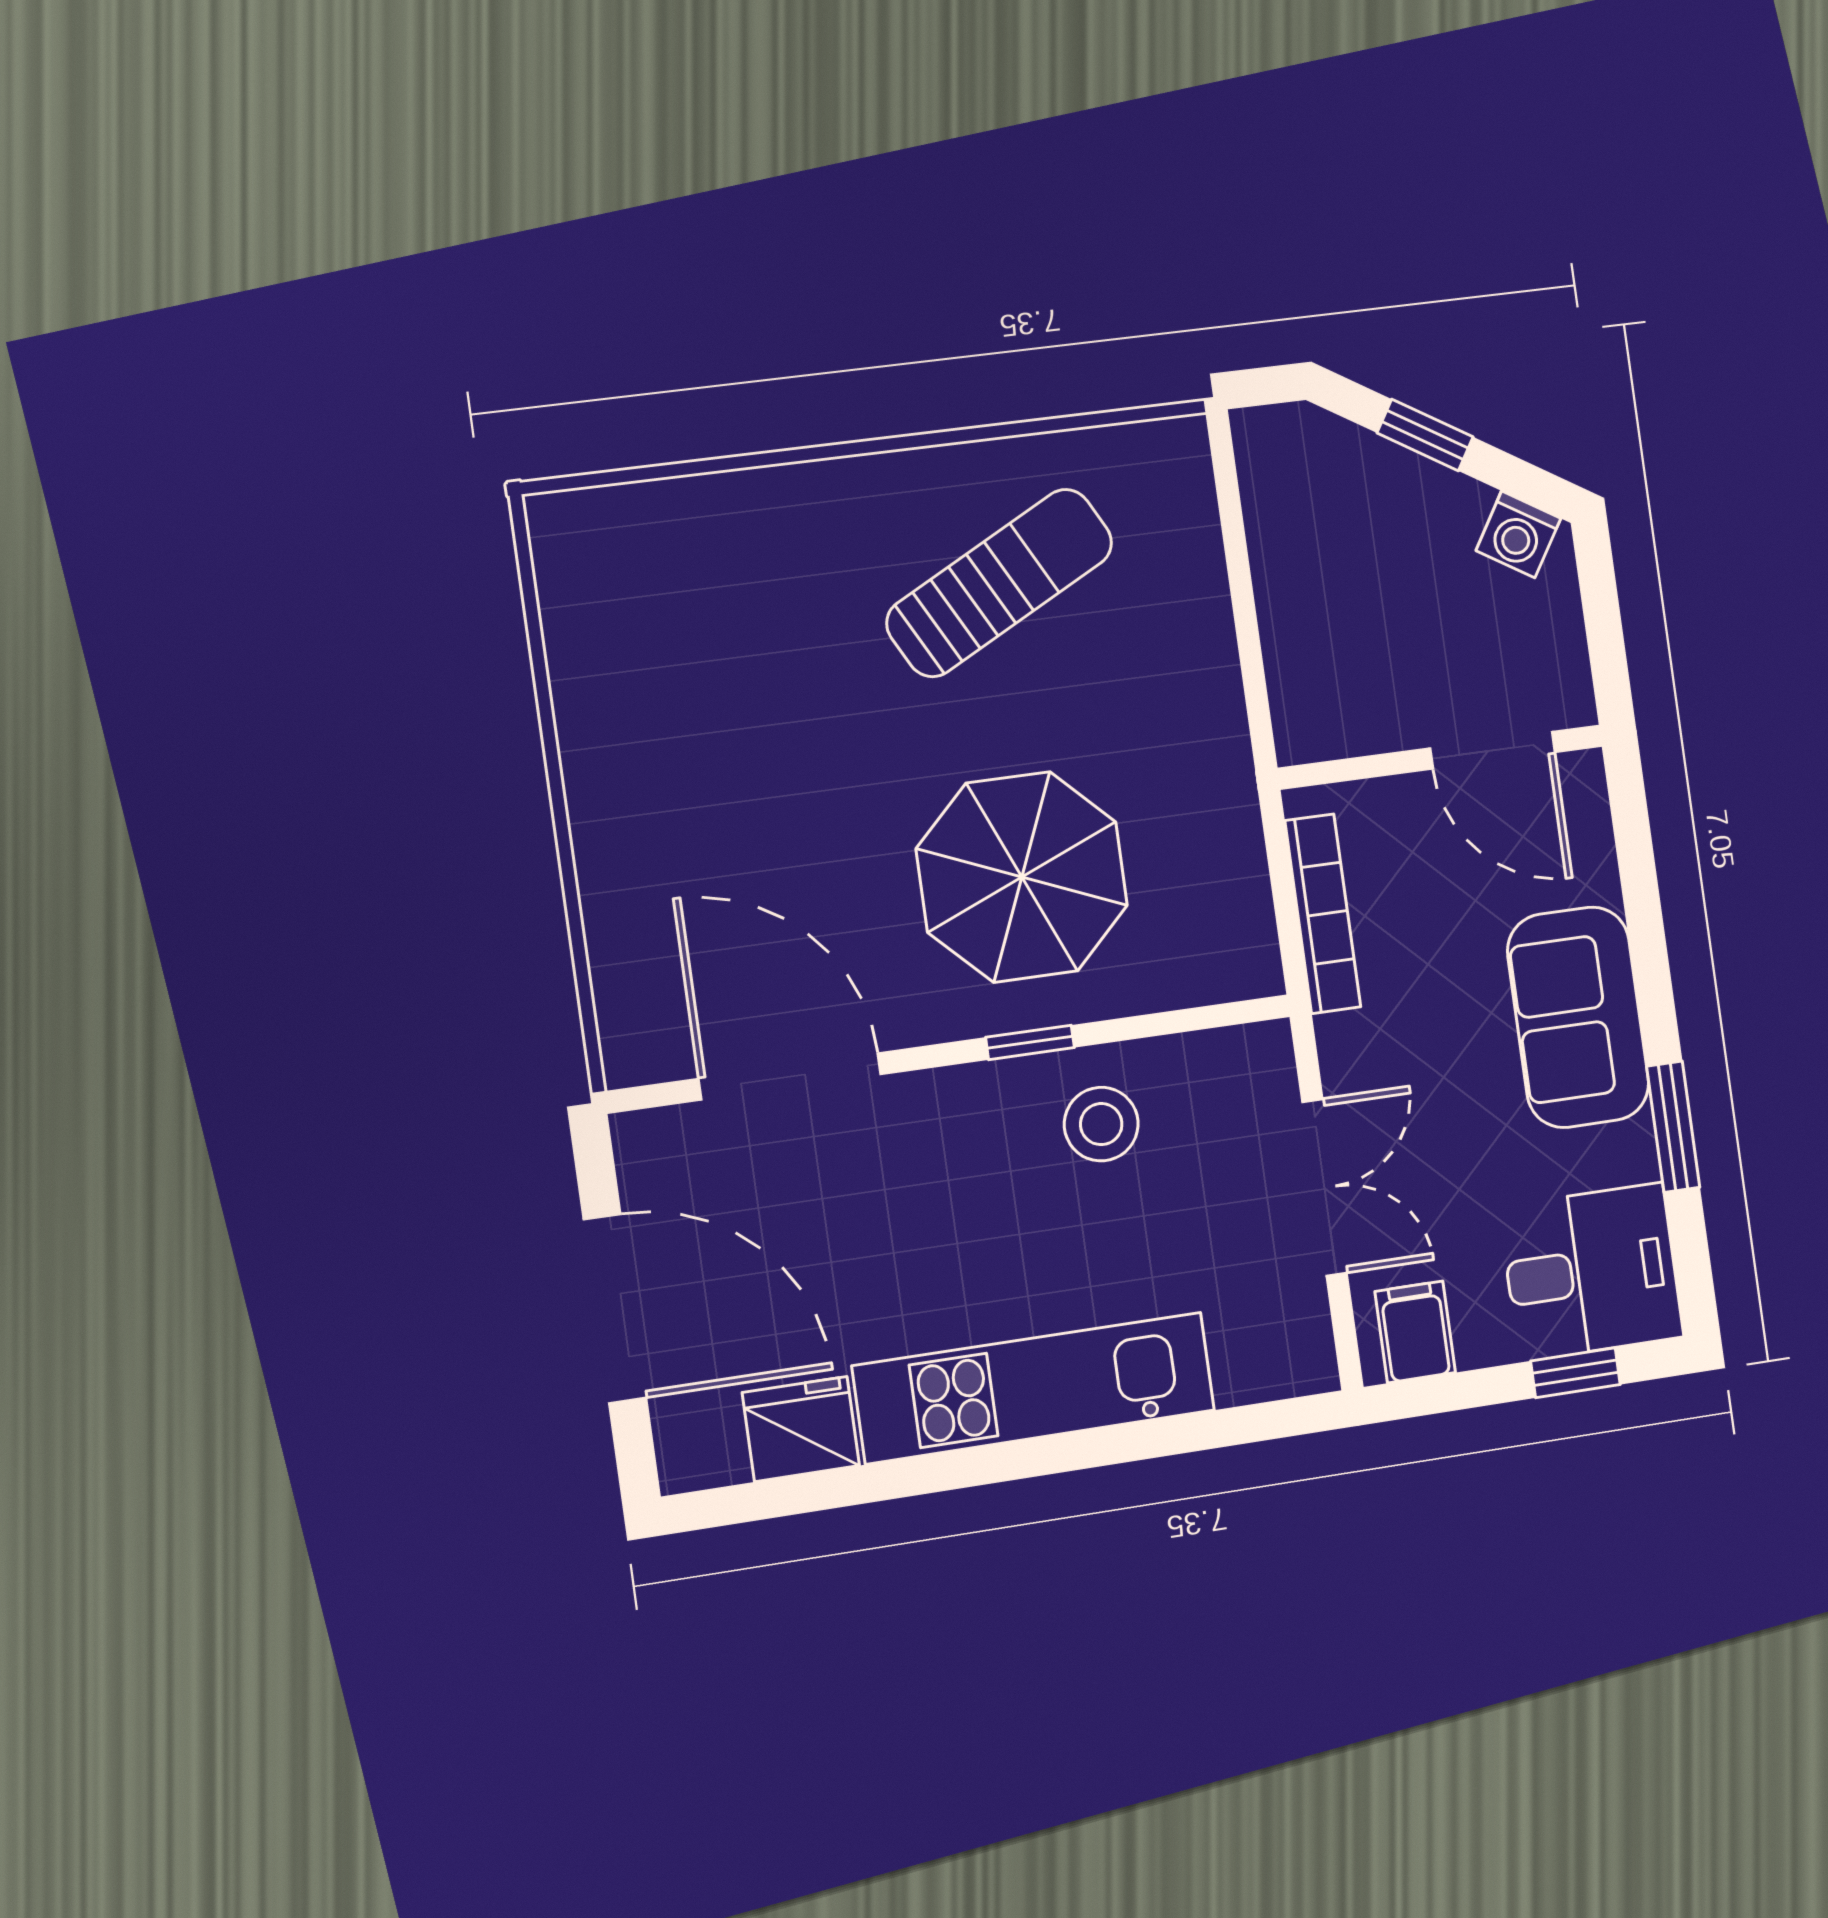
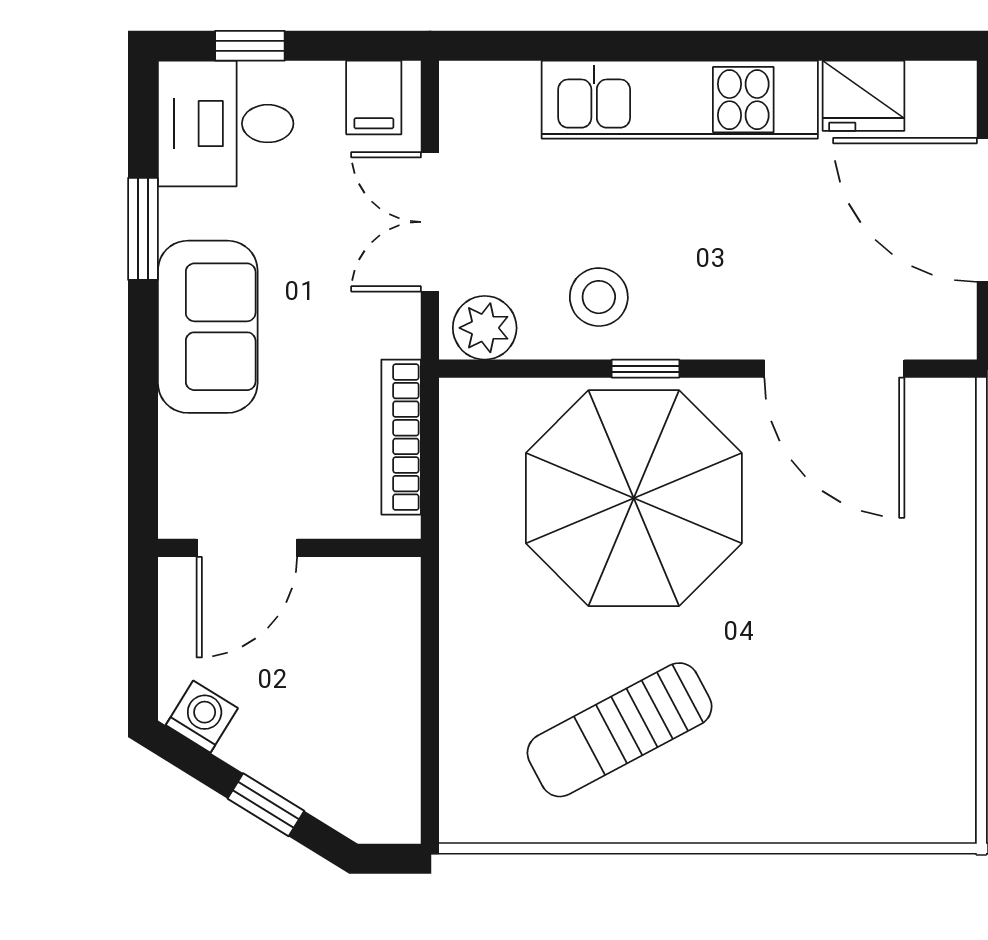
door: (1493, 750) -> (247, 548), swing flipped
parasol: (1022, 877) -> (634, 498), width x1.36, depth x1.36
plant: (1238, 1065) -> (485, 328), added

